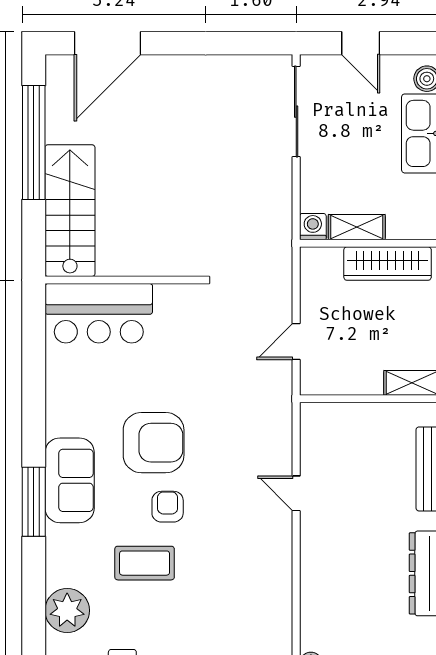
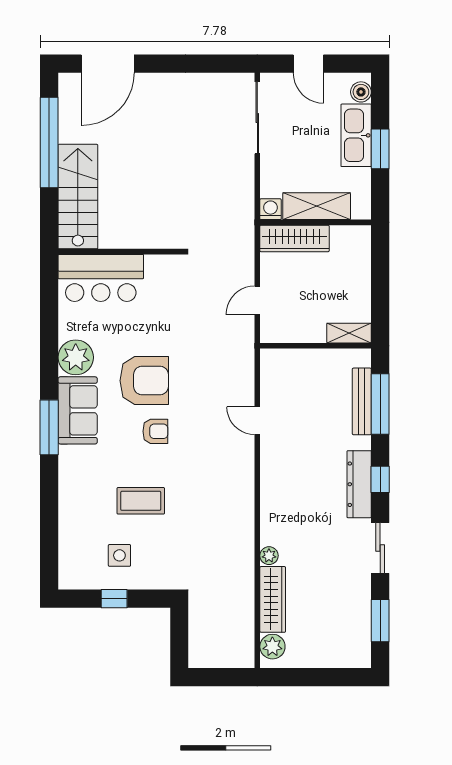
shelving: (357, 227) -> (317, 206), width x1.50, depth x1.33
wardrobe: (388, 264) -> (294, 238), moved
armchair: (168, 507) -> (155, 431), turned 90
coffee table: (145, 563) -> (141, 501), moved
plant: (67, 610) -> (76, 357), moved

